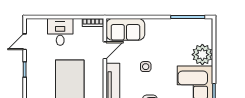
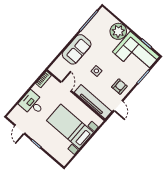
sofa: (125, 29) -> (77, 49), moved

